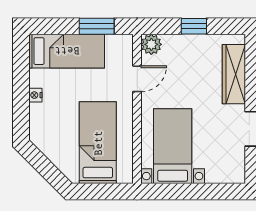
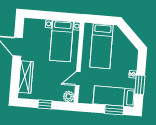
window: (97, 26) -> (114, 110), moved
window: (21, 77) -> (140, 85), added

